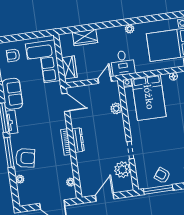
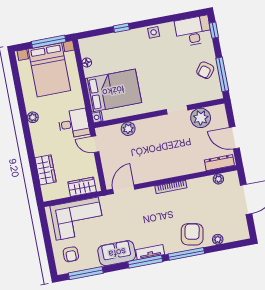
dresser: (78, 140) -> (219, 163), moved

